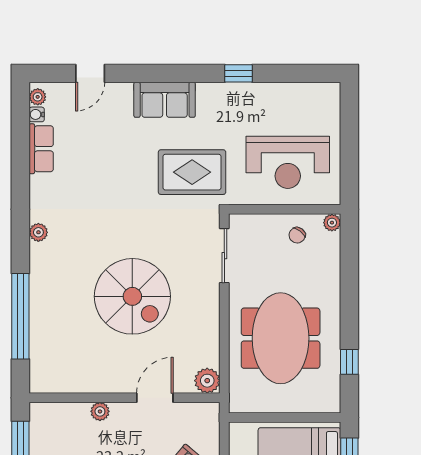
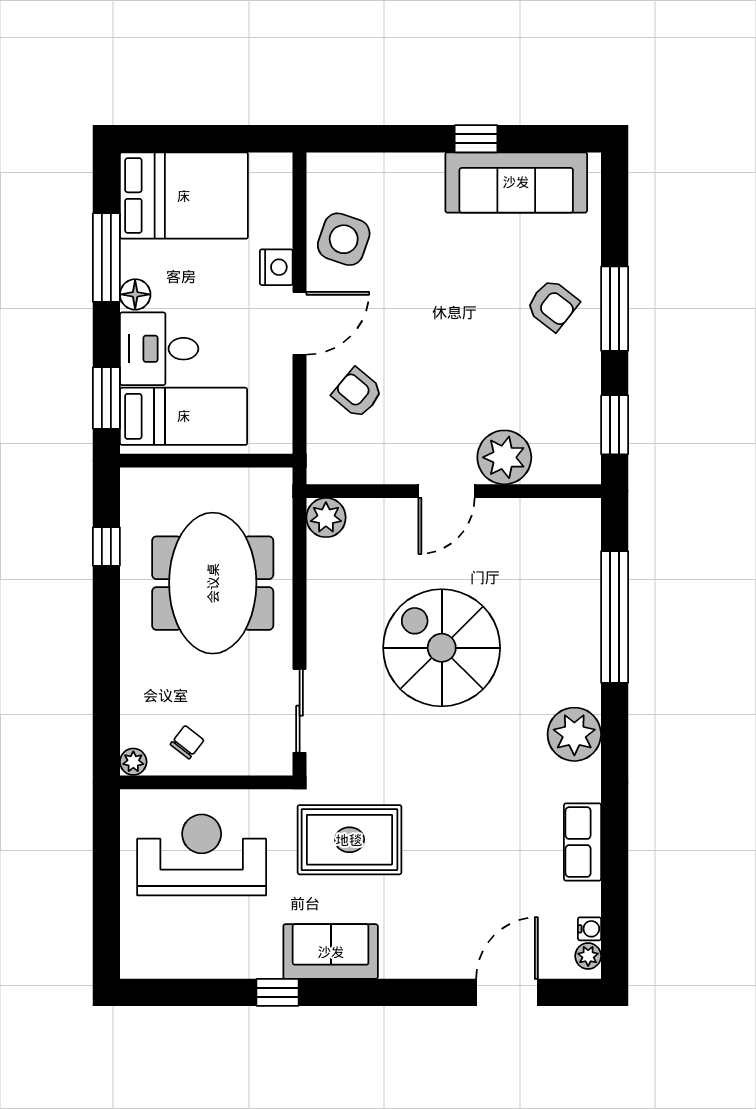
door: (90, 73) -> (507, 992), width x1.38
sofa: (165, 100) -> (331, 952), moved
row of seats: (41, 149) -> (582, 842), moved
plant: (38, 232) -> (574, 734), width x1.88, depth x1.88
door: (155, 398) -> (446, 491), moved
plant: (100, 411) -> (504, 457), width x1.88, depth x1.88

